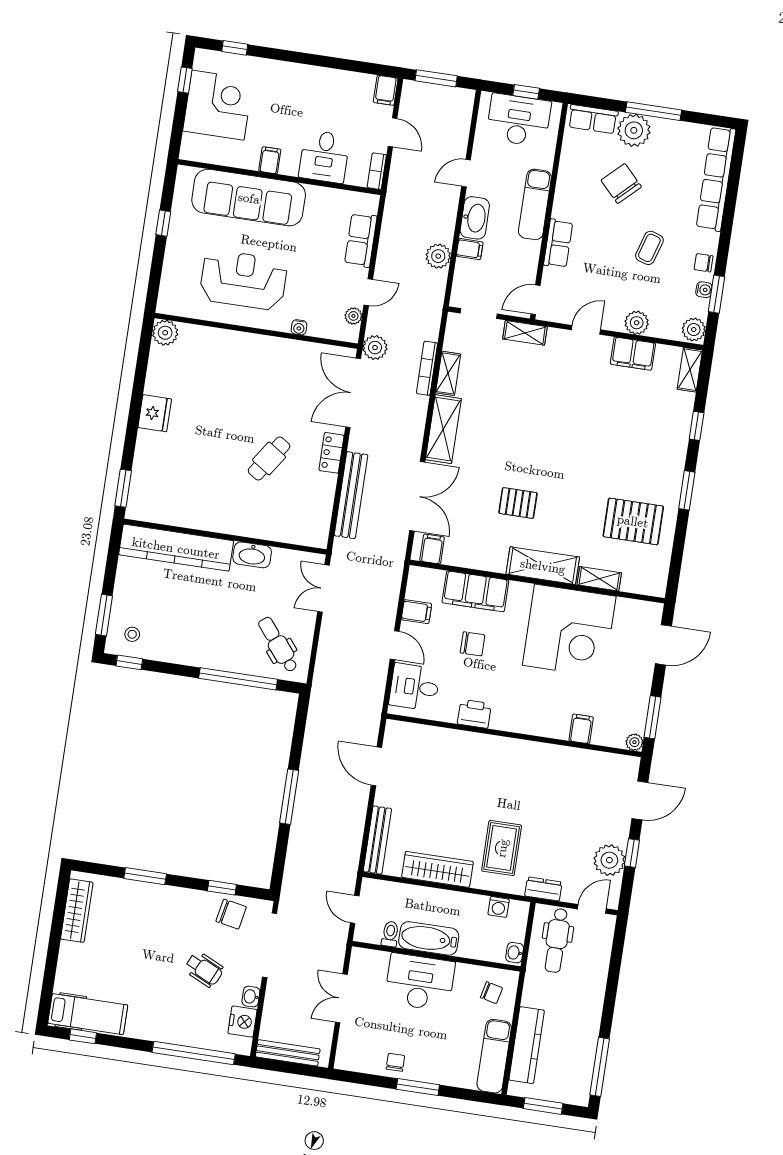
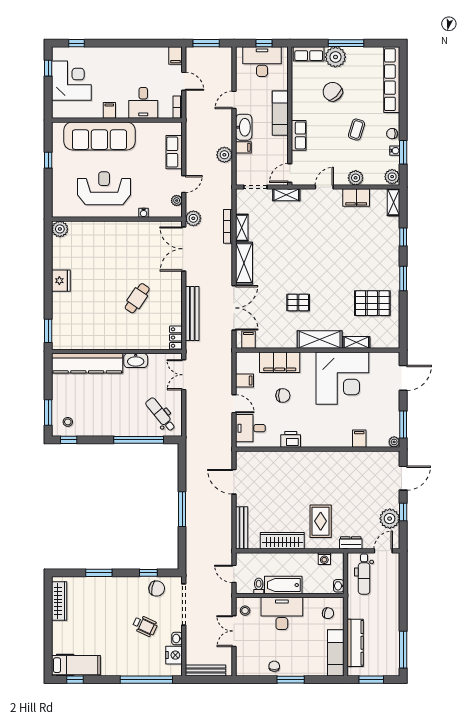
locker: (331, 453) -> (176, 338), moved
stool: (363, 969) -> (245, 611), added

